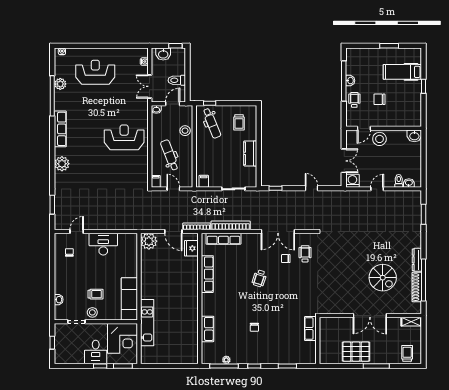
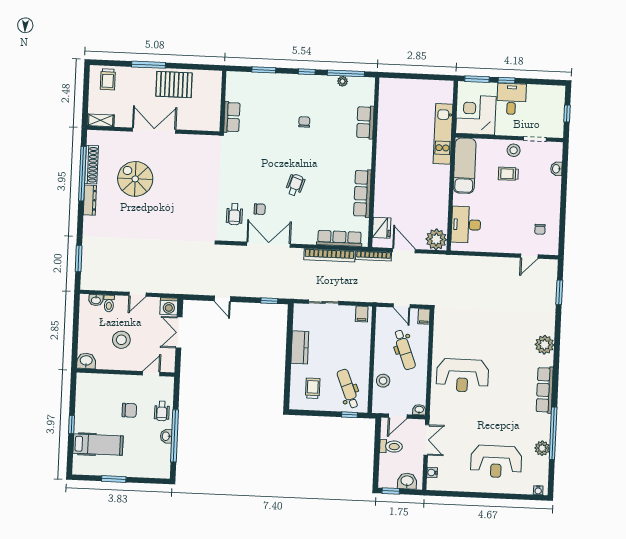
stool: (379, 139) -> (121, 340), moved
desk: (103, 244) -> (466, 225), moved, turned 90

